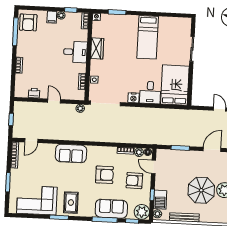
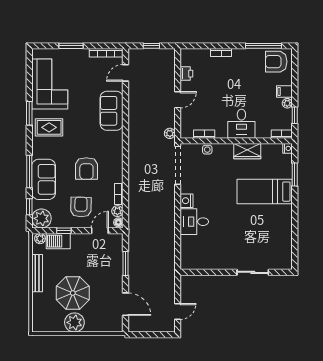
bed: (148, 37) -> (265, 192), moved
bed: (175, 85) -> (205, 253), removed
door: (31, 141) -> (126, 73), hinge flipped
sofa: (71, 153) -> (112, 111), moved

